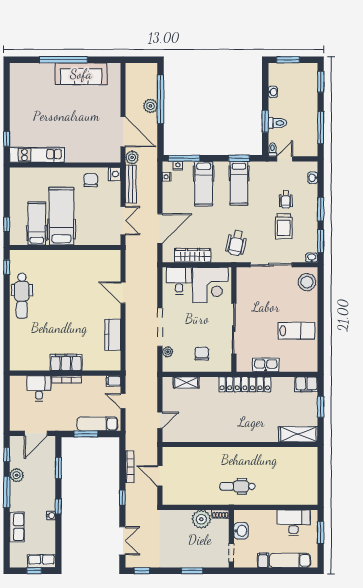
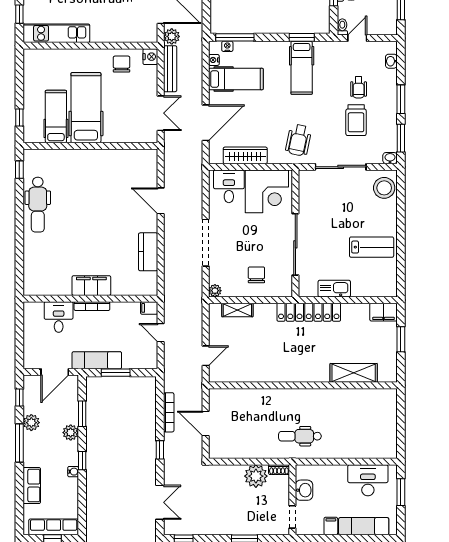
hospital bed: (204, 184) -> (236, 79), moved, turned -90
plant: (168, 352) -> (215, 291), moved
exam couch: (97, 424) -> (97, 360), moved
shelving: (298, 434) -> (354, 373), moved
plant: (49, 483) -> (71, 433), added
row of seats: (42, 561) -> (54, 527), width x1.48

